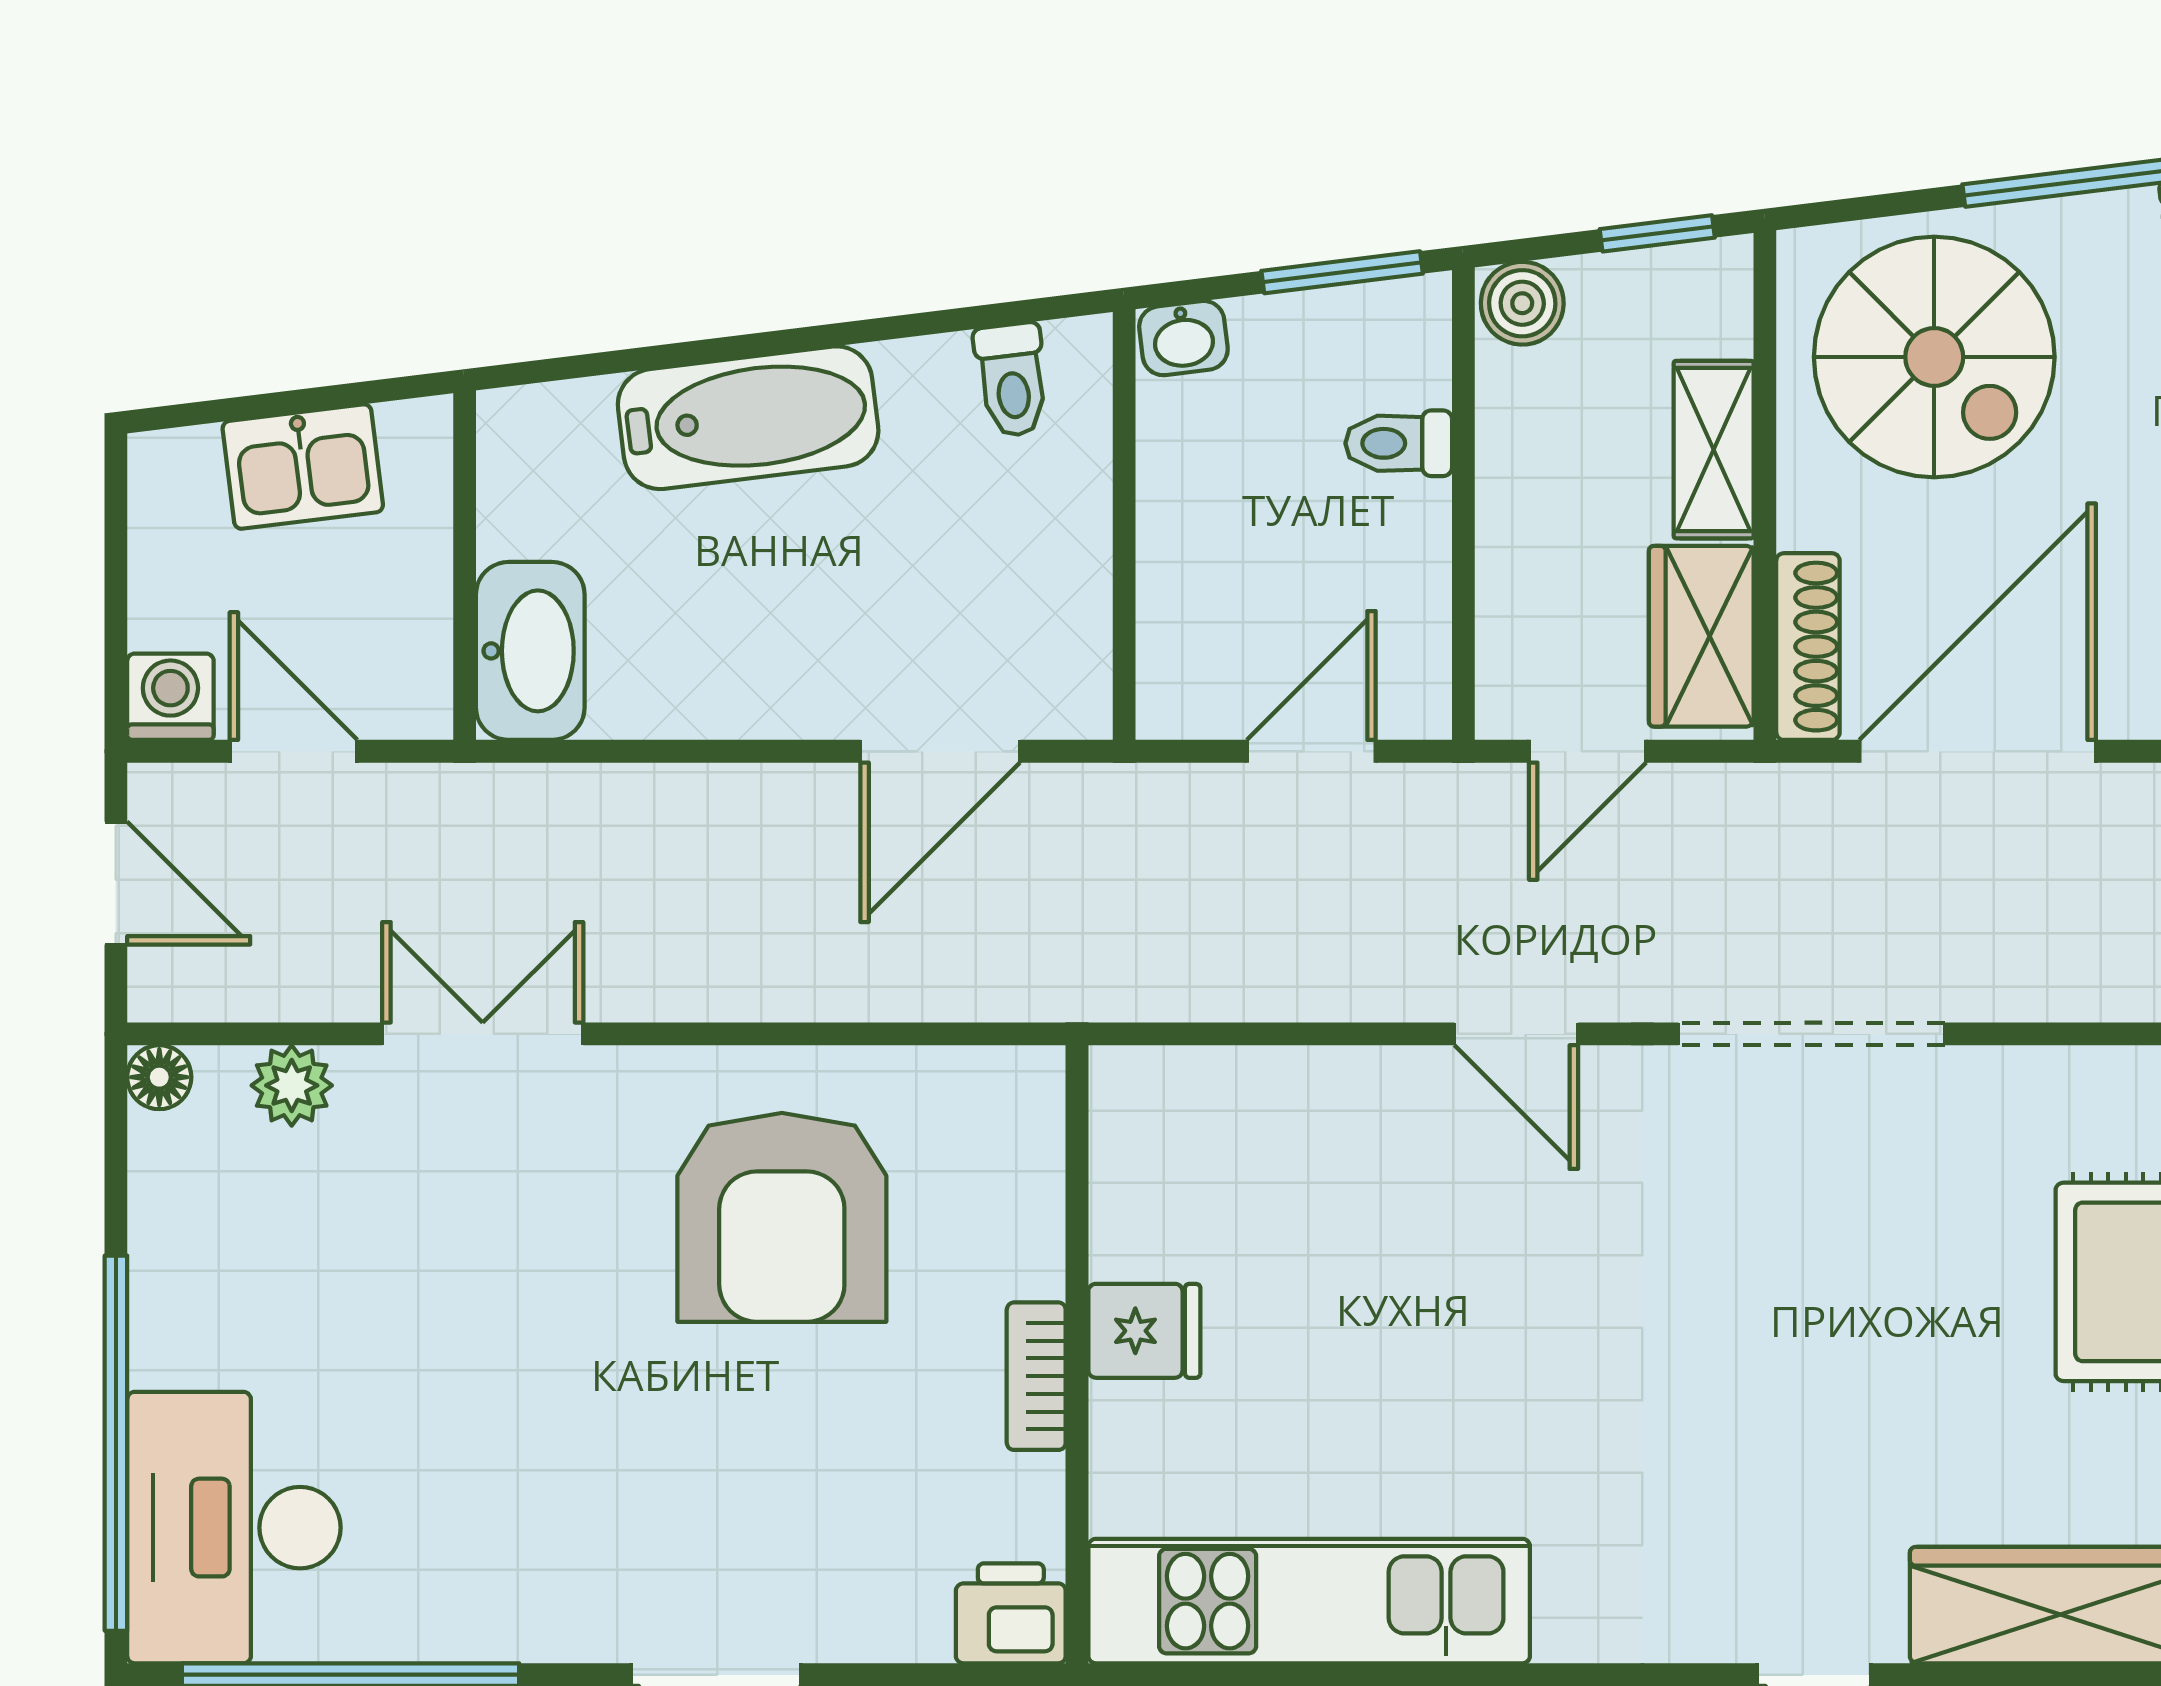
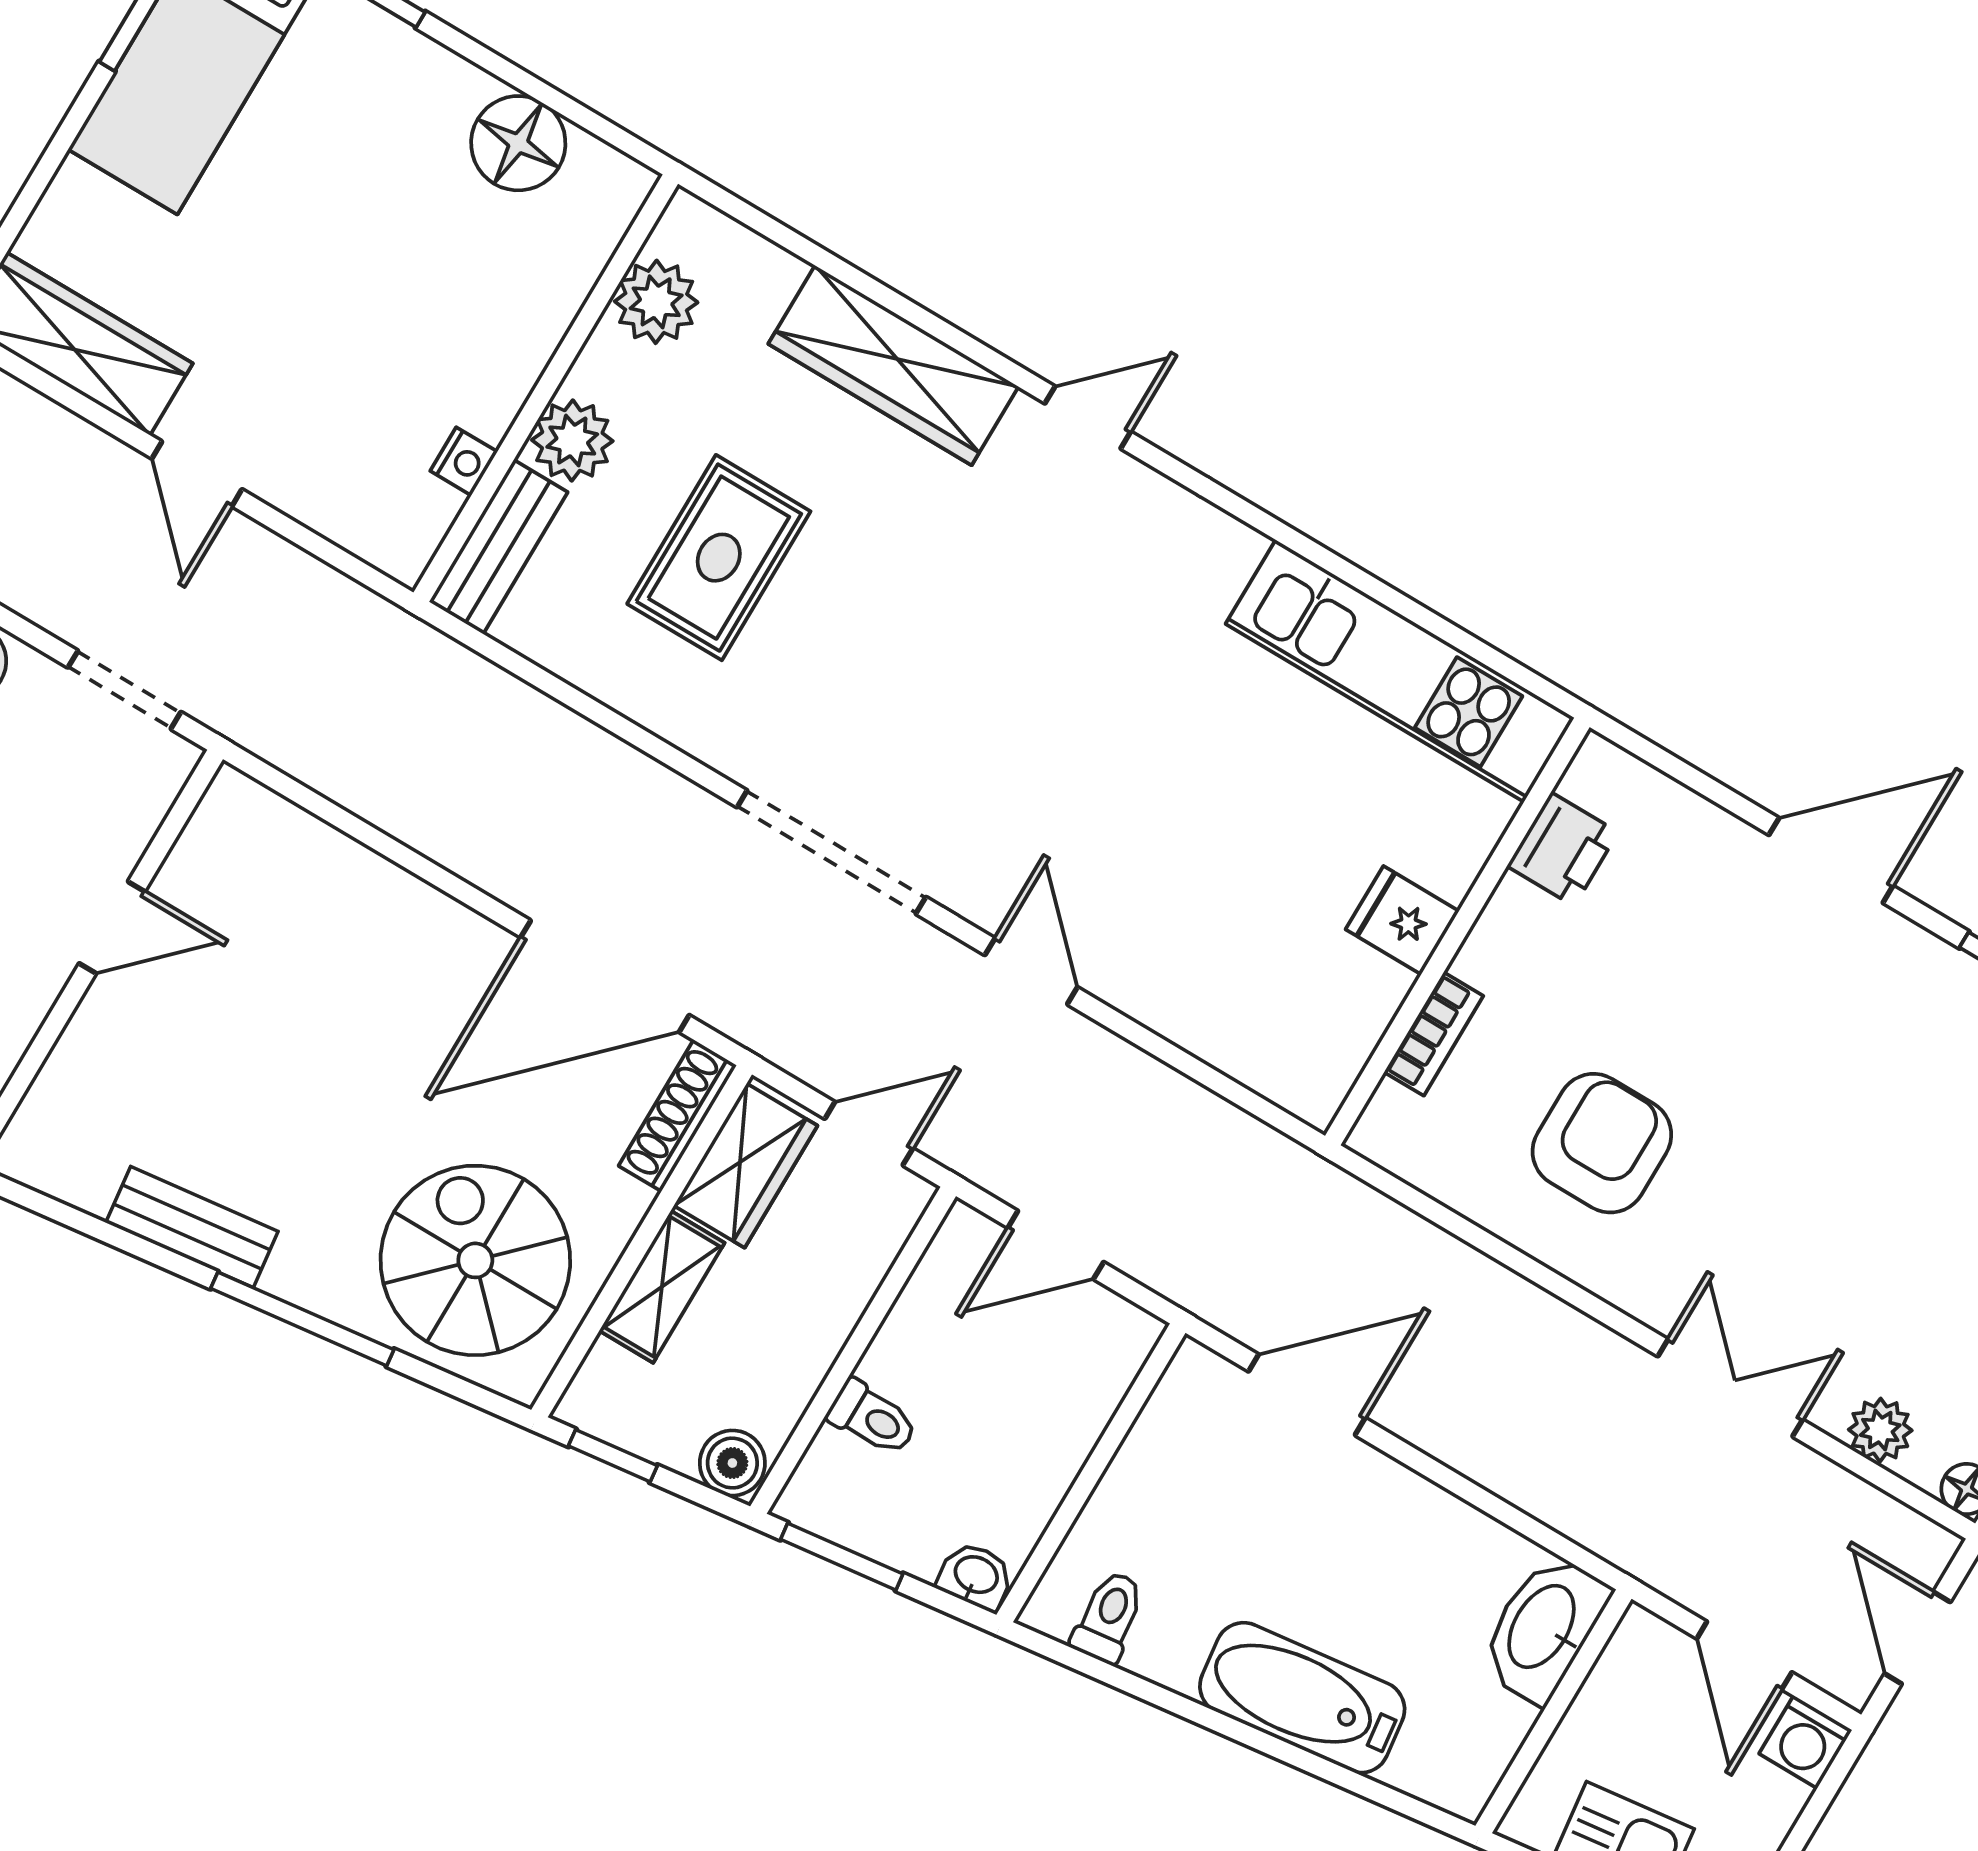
double door: (483, 1034) -> (1730, 1388), swing flipped
armchair: (782, 1217) -> (1602, 1143), width x0.73, depth x0.73
bookcase: (1036, 1376) -> (1434, 1034), moved
printer: (1011, 1613) -> (1563, 849), moved, turned -90

